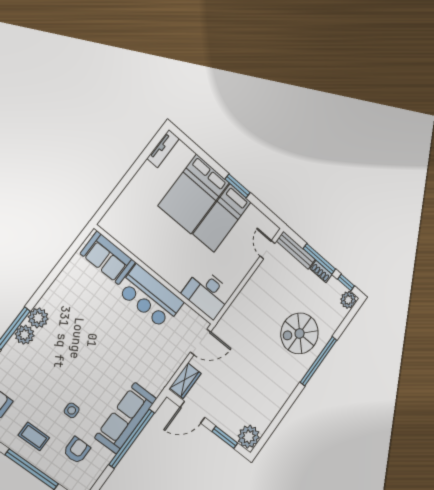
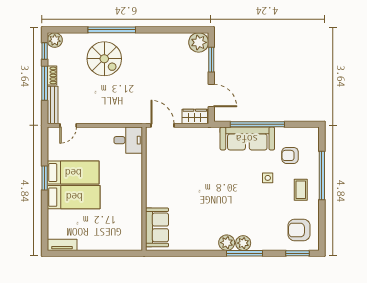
bed: (194, 194) -> (74, 197), width x0.67
desk: (207, 293) -> (128, 140), width x0.73
bar counter: (150, 297) -> (160, 181), removed

